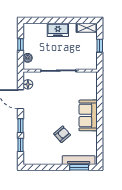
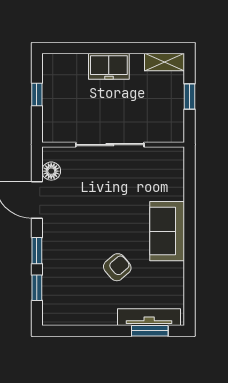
boiler: (28, 58) -> (51, 120), removed

